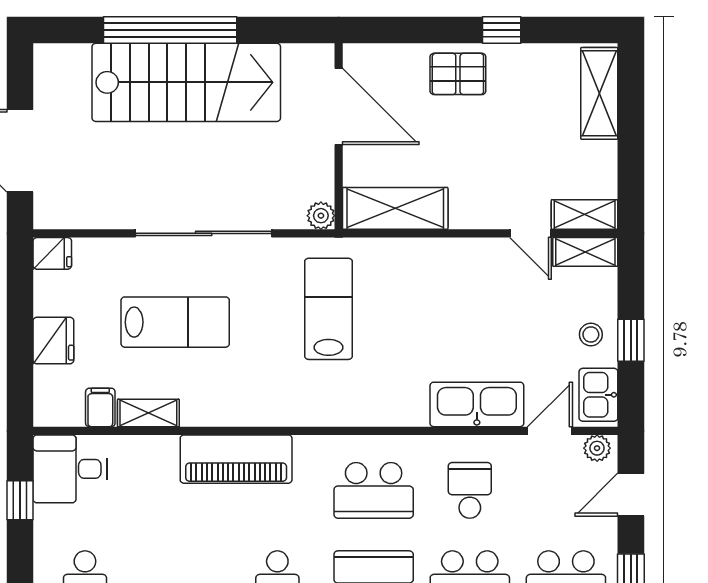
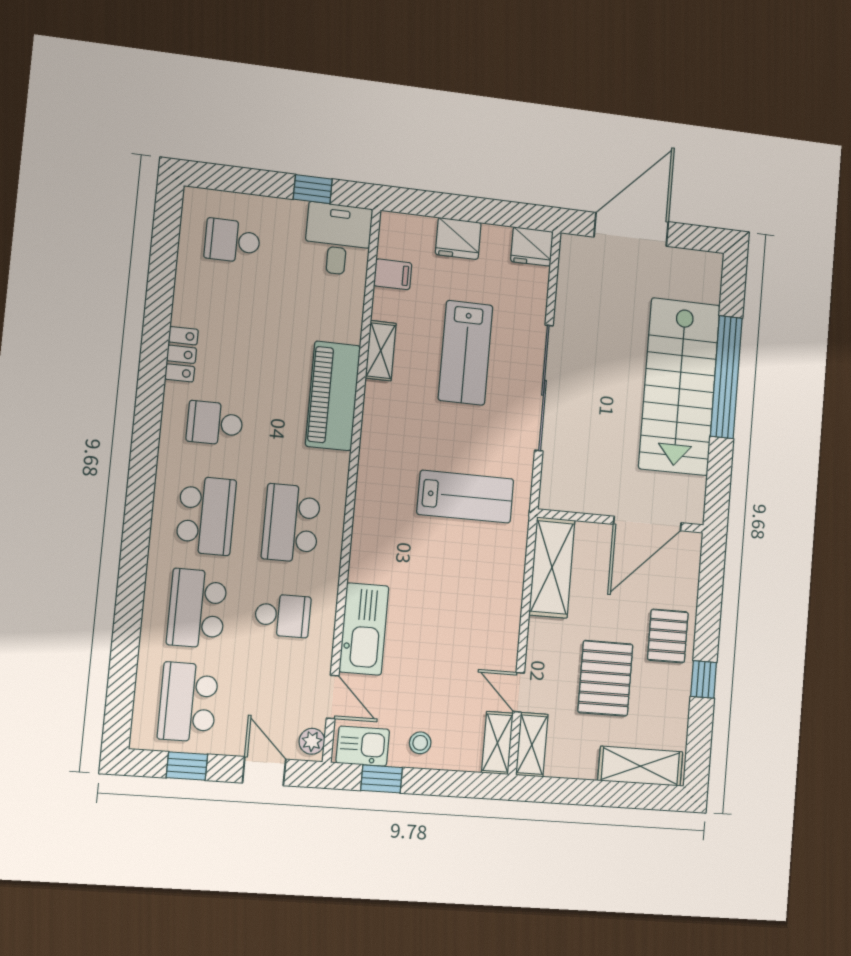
pallet: (508, 140) -> (605, 678), added
plant: (321, 216) -> (551, 498), removed
door: (530, 233) -> (519, 692), hinge flipped
fridge: (52, 253) -> (532, 246), width x1.38
window: (631, 340) -> (382, 779), moved
shelving: (148, 413) -> (381, 351), moved

